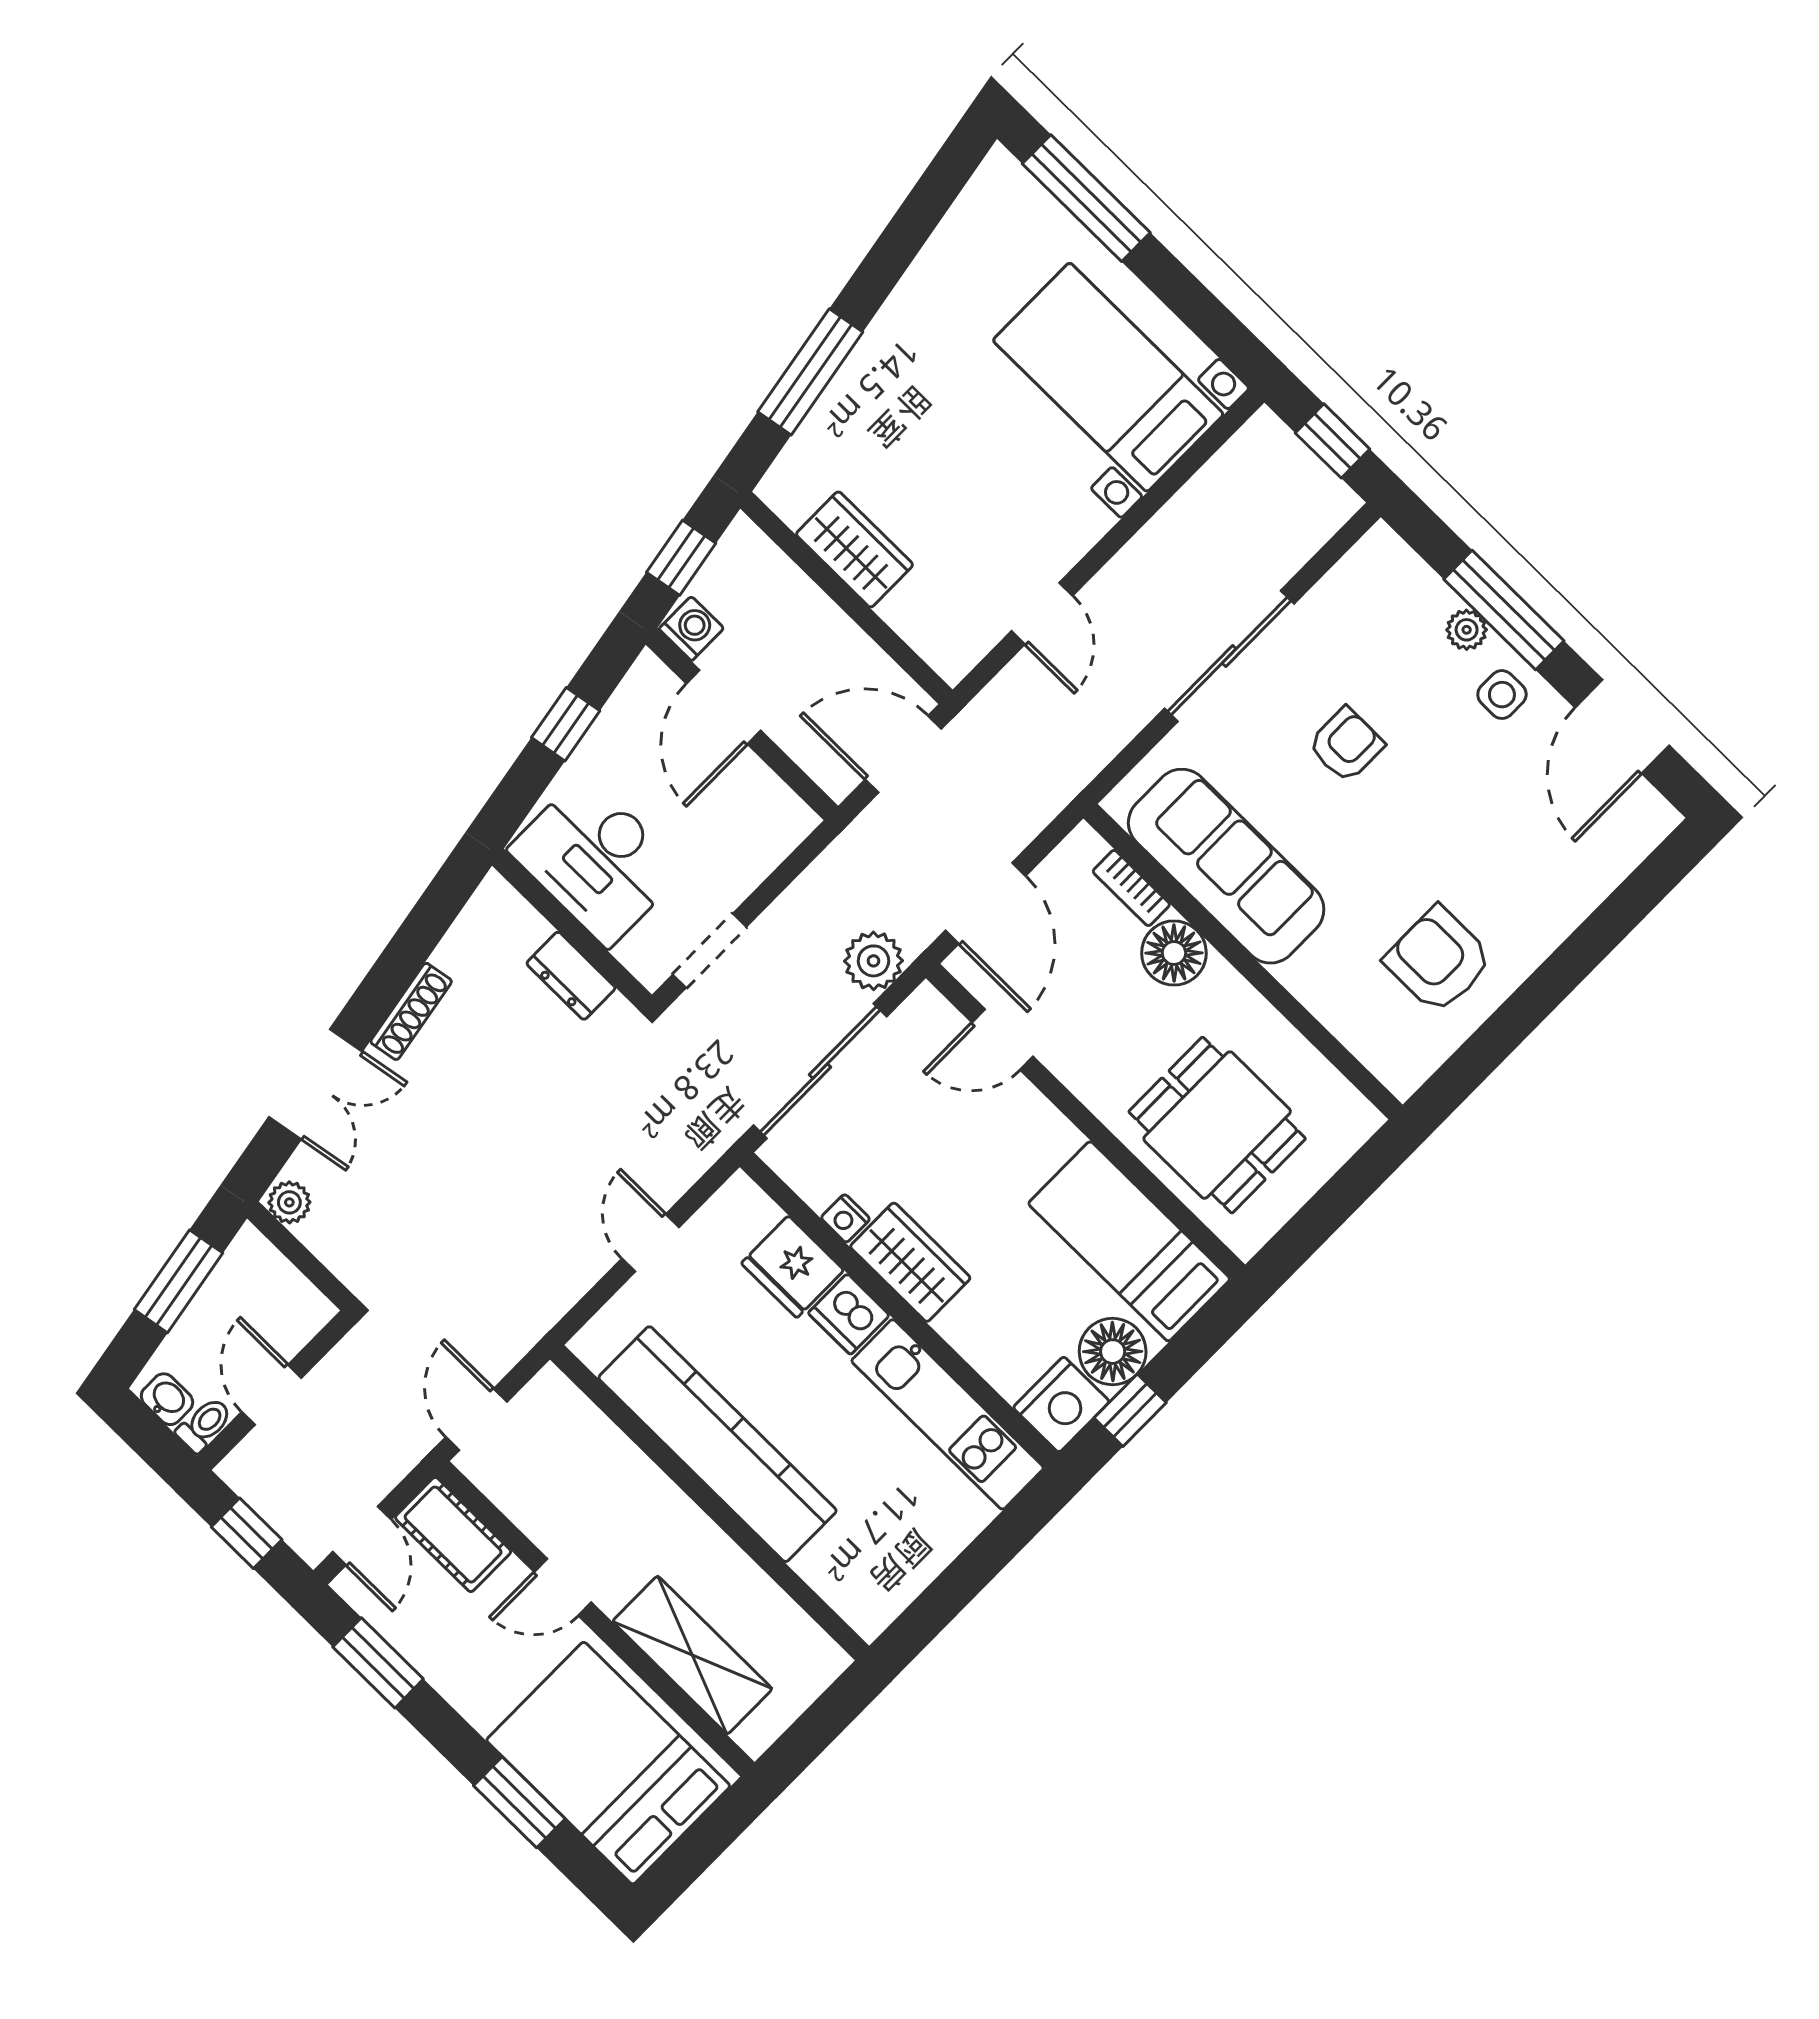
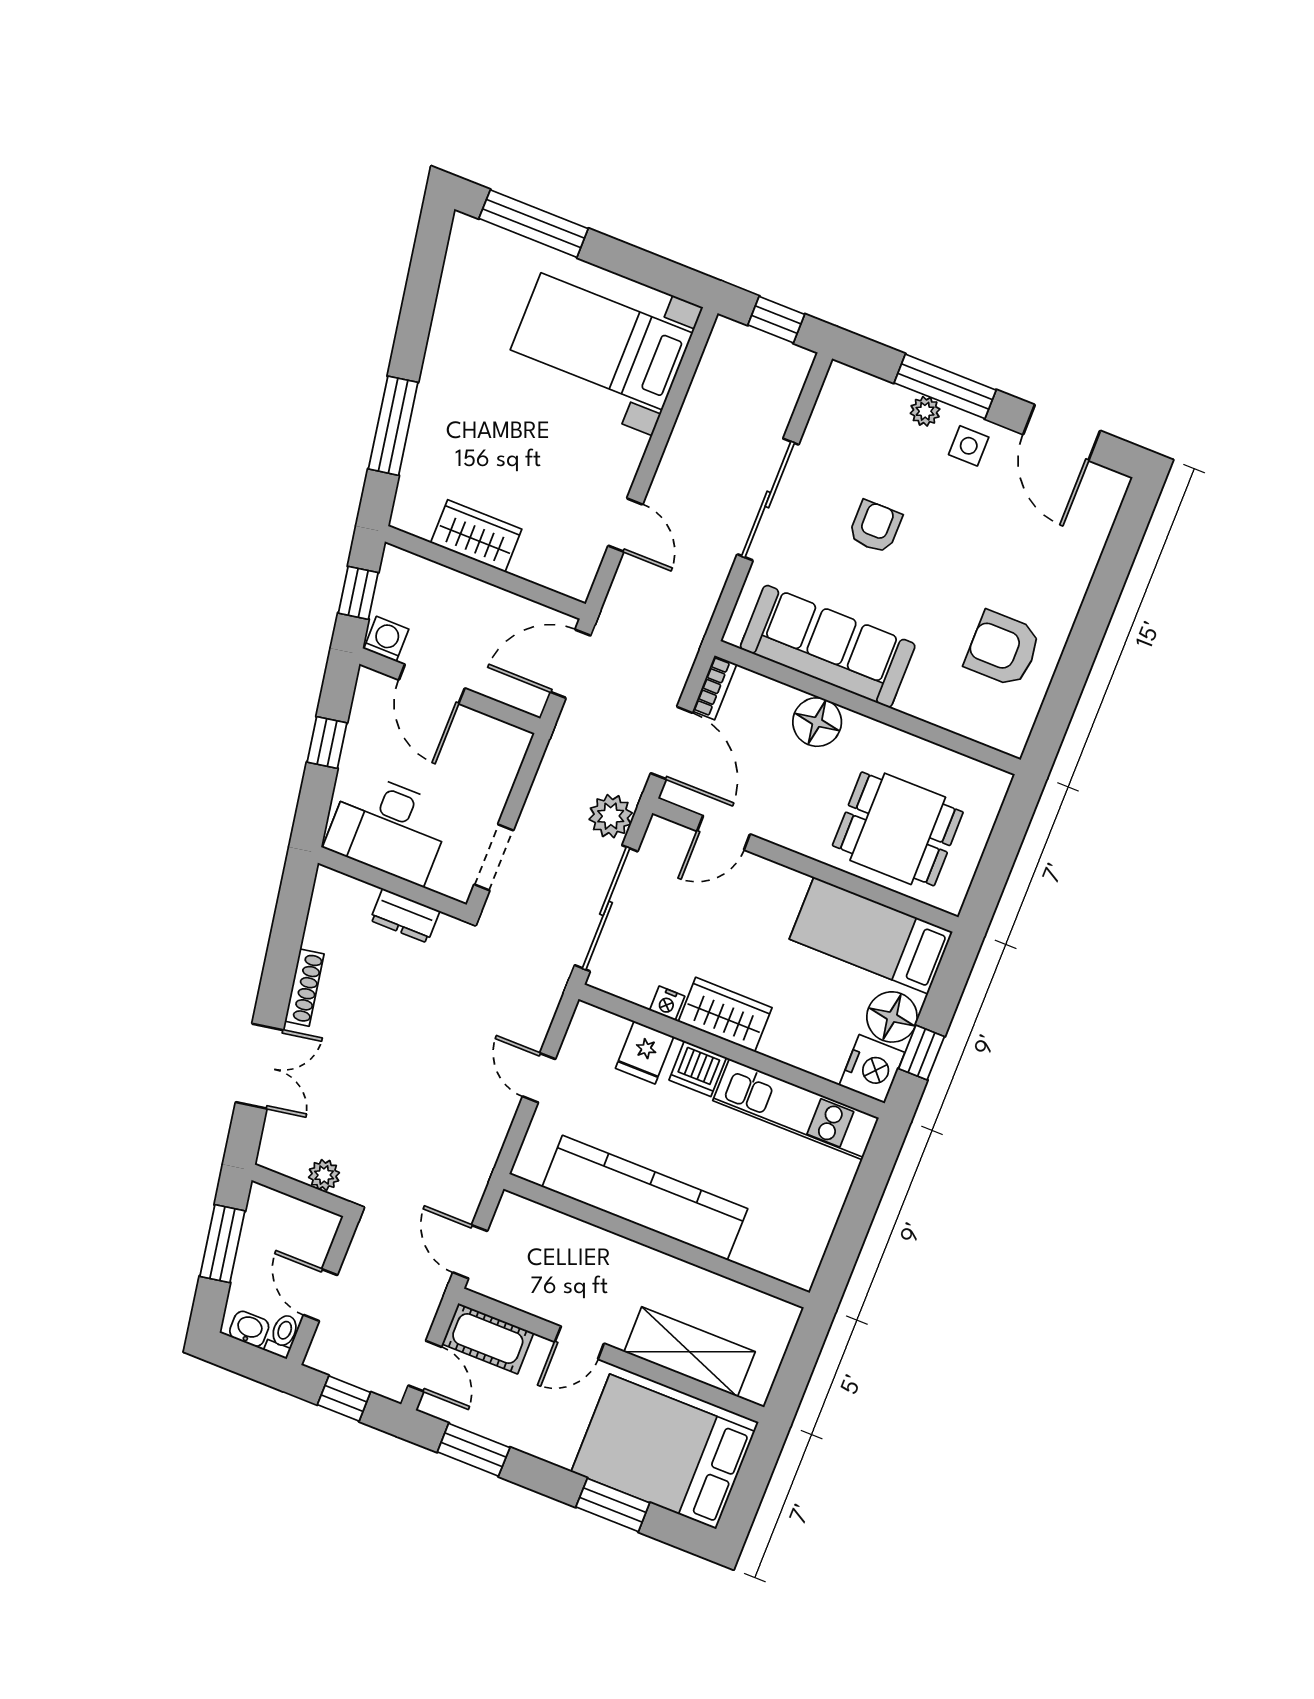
bookcase: (1131, 888) -> (715, 688), moved, turned -90
plant: (289, 1202) -> (324, 1175), moved
fridge: (793, 1267) -> (645, 1052), width x0.72

